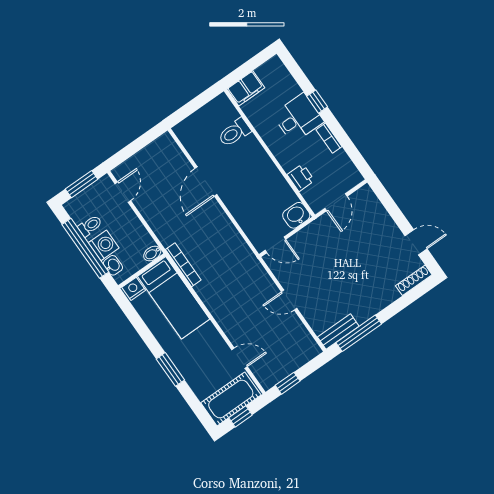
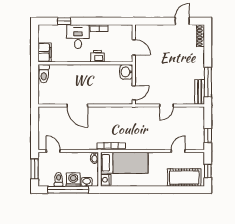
window: (317, 102) -> (64, 21), moved
toilet: (234, 133) -> (44, 74), moved
printer: (301, 178) -> (97, 56), moved
window: (170, 369) -> (159, 190), removed
cot: (231, 399) -> (184, 178), moved, turned 90

